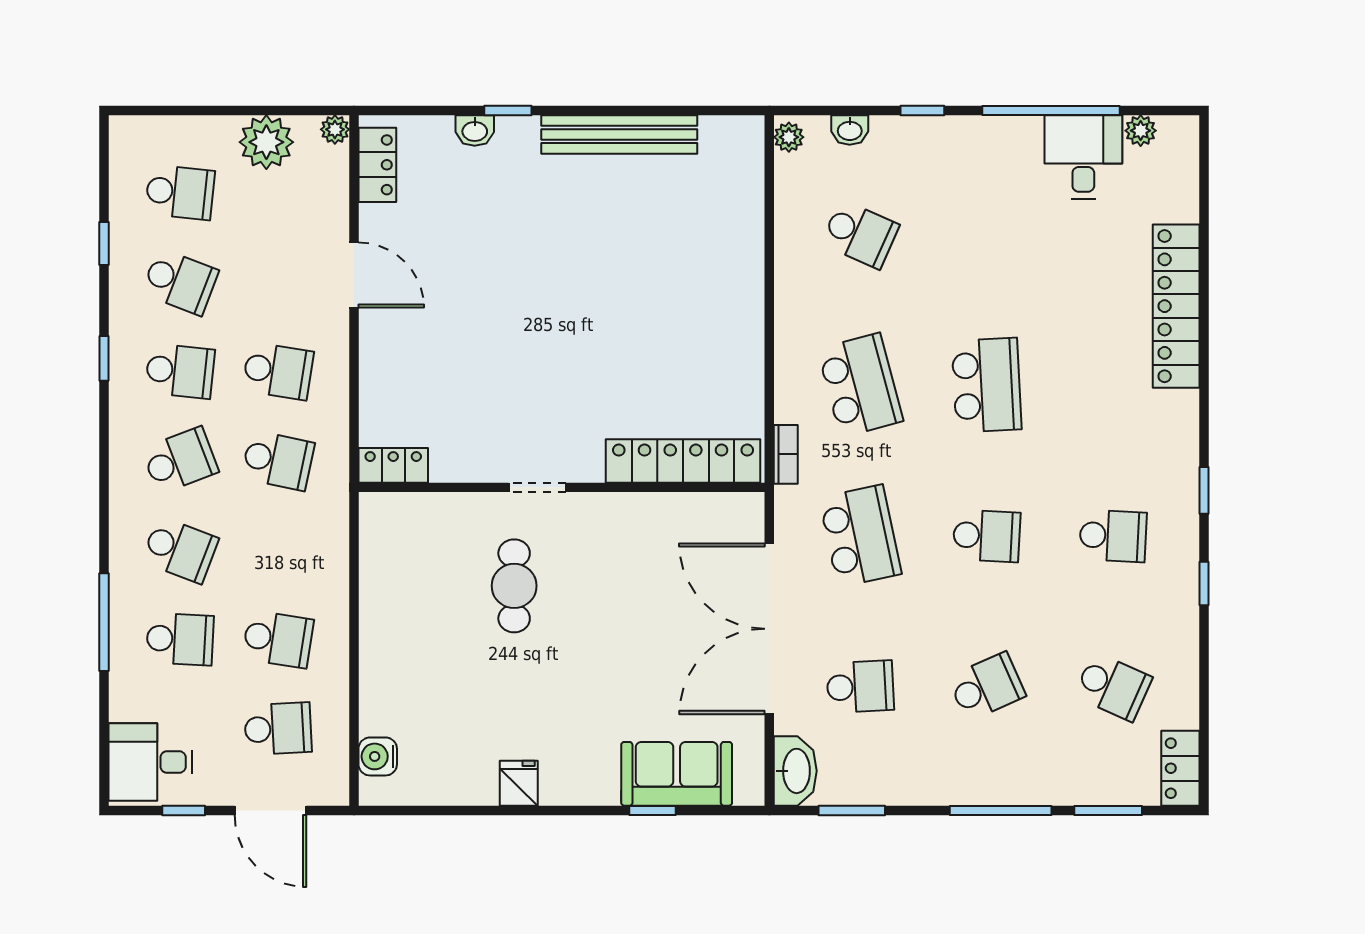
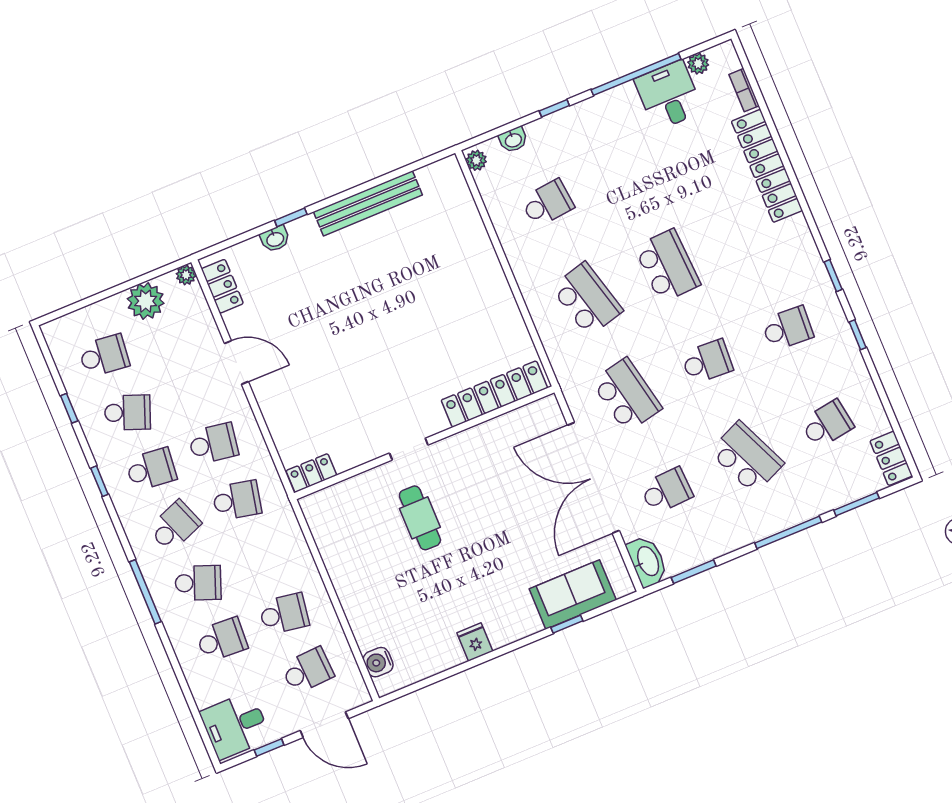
school desk: (860, 234) -> (547, 203), turned -30
bookcase: (786, 454) -> (744, 90), moved, turned 180
window: (104, 622) -> (145, 592), moved
school desk: (987, 687) -> (747, 457), width x1.85
school desk: (1113, 687) -> (827, 424), turned -33

